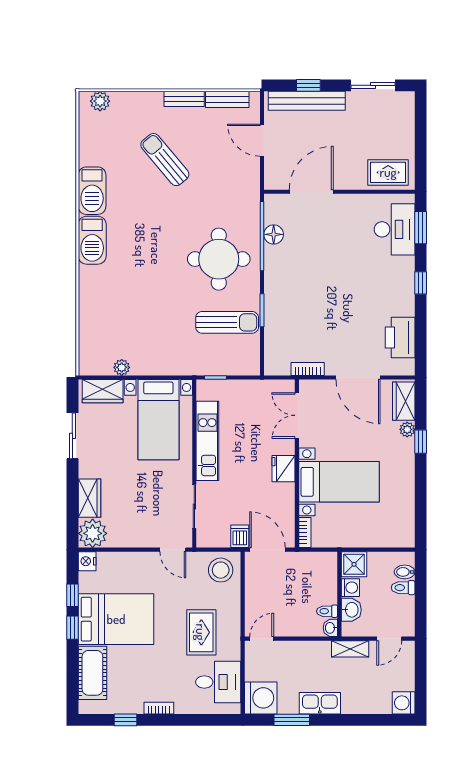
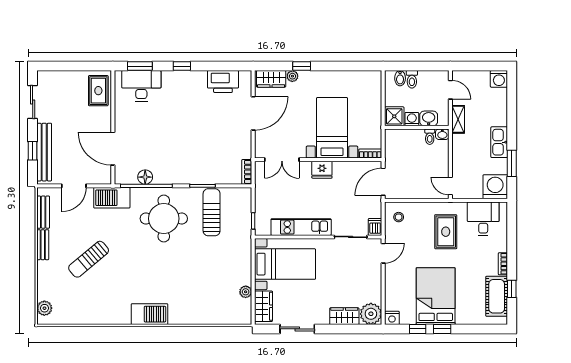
barbecue: (92, 191) -> (112, 198), moved, turned 180
bookcase: (308, 369) -> (247, 172), moved
dishwasher: (240, 536) -> (375, 227), moved, turned 90
stool: (221, 570) -> (399, 217), width x0.53, depth x0.53
rug: (201, 632) -> (446, 232), turned 90
cot: (92, 673) -> (497, 296), moved, turned 90

